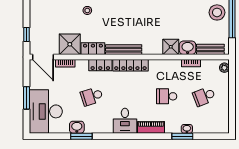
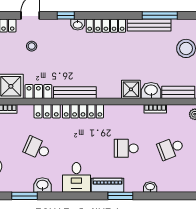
school desk: (92, 96) -> (37, 148), turned 42
washbasin: (77, 127) -> (42, 185), moved
window: (182, 136) -> (120, 196), moved

